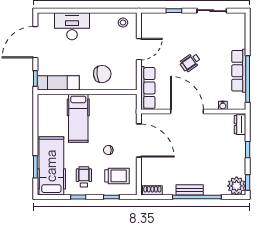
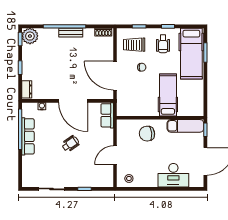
row of seats: (148, 88) -> (107, 115), width x0.68

